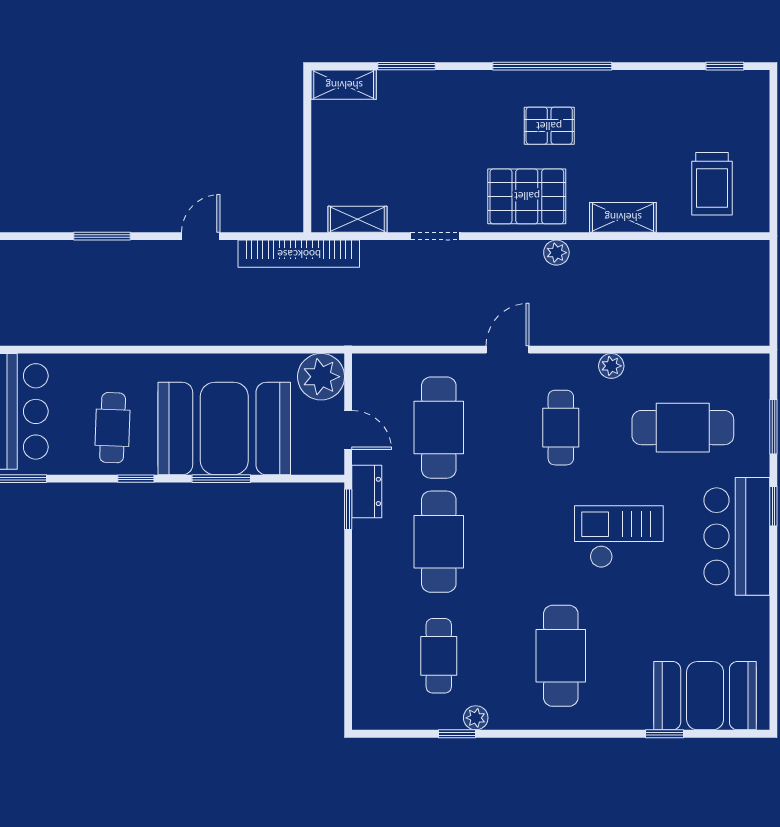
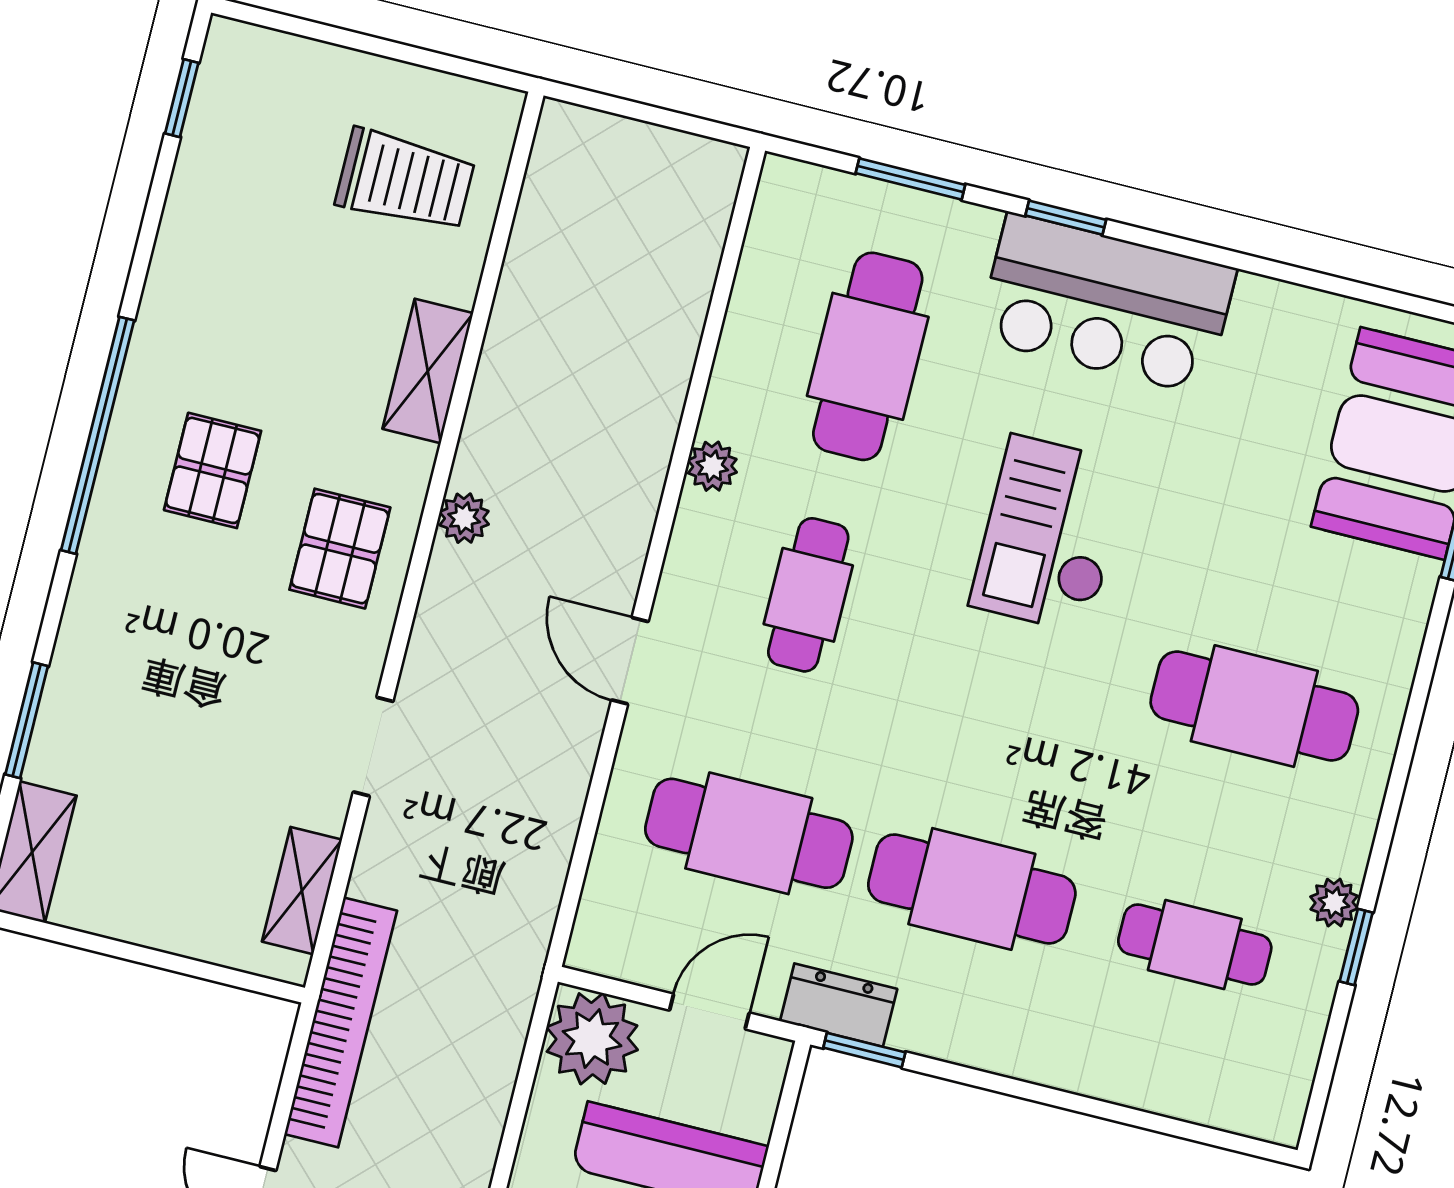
pallet: (527, 196) -> (340, 549), width x0.67, depth x0.71
cafe table: (561, 428) -> (808, 595), turned 90

